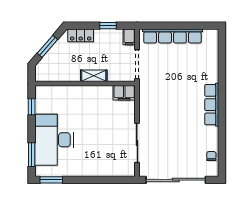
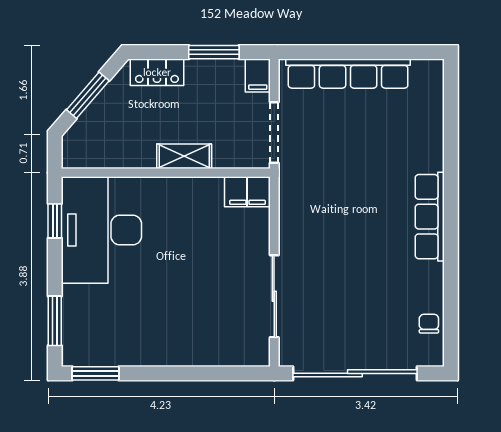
window: (108, 26) -> (214, 52), width x1.50
desk: (54, 140) -> (101, 230), moved

